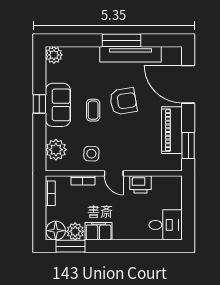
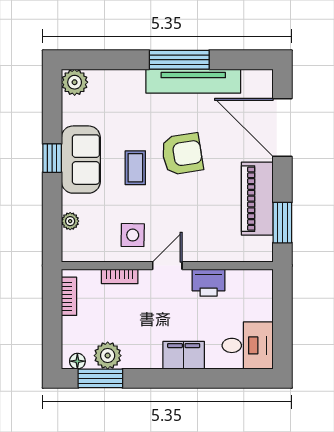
plant: (56, 150) -> (70, 221), width x0.53, depth x0.53
door: (114, 173) -> (167, 266), swing flipped
floor lamp: (56, 231) -> (77, 361), width x0.53, depth x0.53
filing cabinet: (99, 231) -> (184, 355), moved

